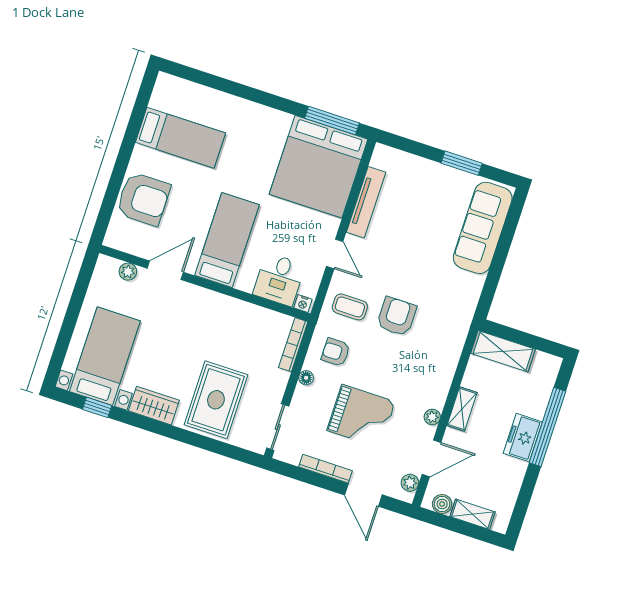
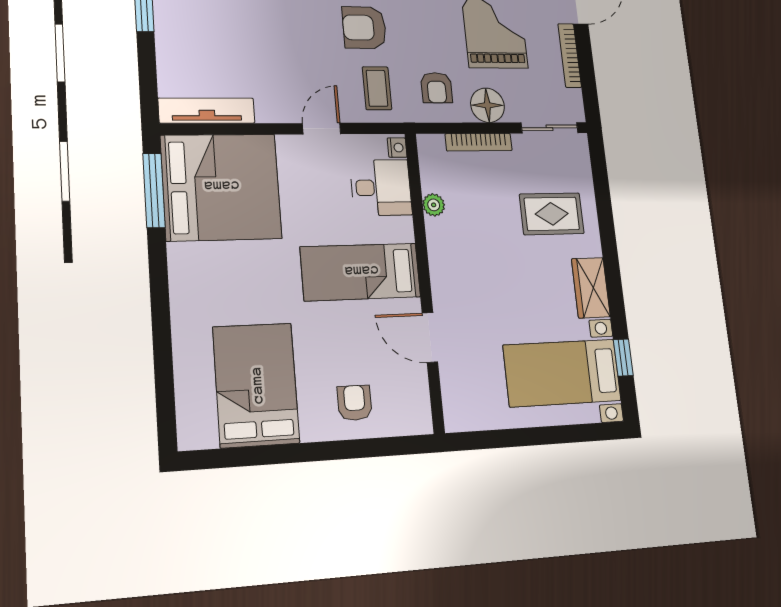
bed: (180, 138) -> (256, 385), width x1.50
armchair: (143, 199) -> (355, 403), width x0.53, depth x0.53
tv unit: (366, 202) -> (207, 111), moved
plant: (128, 272) -> (434, 205), moved
bookcase: (293, 345) -> (479, 142), moved
floor lamp: (306, 378) -> (487, 105), width x1.89, depth x1.89
rug: (216, 400) -> (552, 214), width x0.73, depth x0.70

